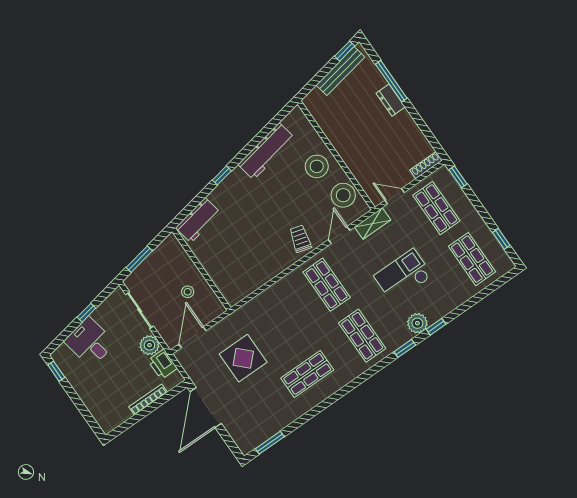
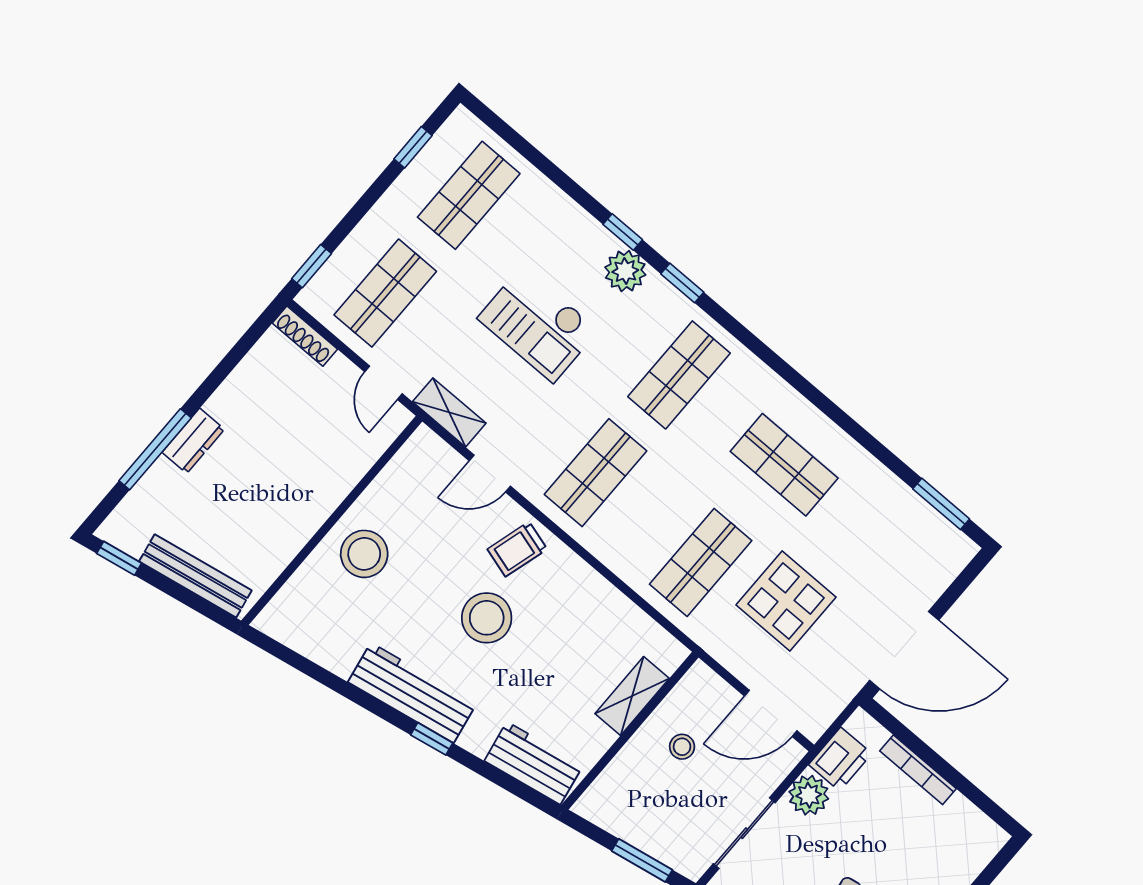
bench: (340, 71) -> (195, 576), moved
workbench: (266, 151) -> (412, 693), moved
stool: (343, 195) -> (487, 618), moved
shelving: (217, 275) -> (632, 696), added
shop shelf: (272, 323) -> (701, 562), added

